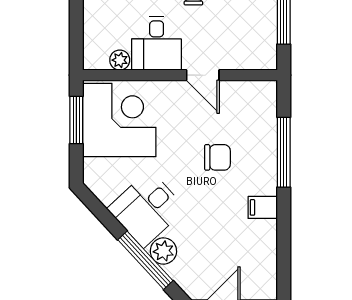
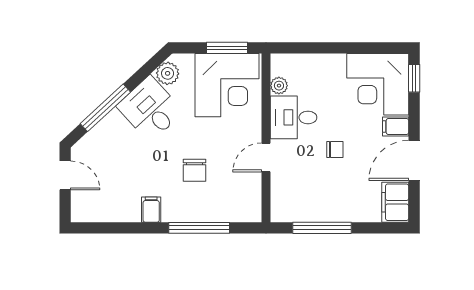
plant: (163, 251) -> (168, 73), moved

